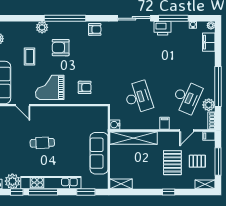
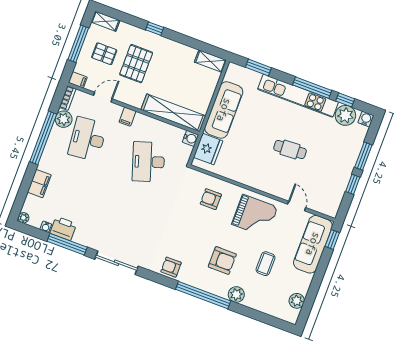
printer: (163, 28) -> (63, 228), moved
filing cabinet: (209, 42) -> (39, 184), moved
desk: (187, 97) -> (88, 139), turned -30
fridge: (100, 122) -> (208, 149), added

